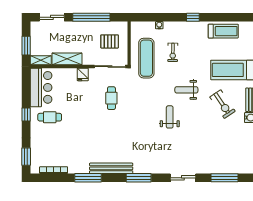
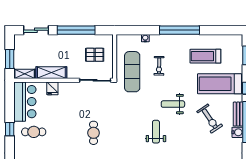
window: (193, 17) -> (180, 30), width x3.17
treadmill: (223, 31) -> (205, 56), moved, turned 180
fridge: (83, 74) -> (52, 88), moved
cafe table: (111, 98) -> (94, 133), moved

